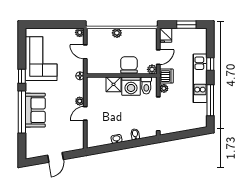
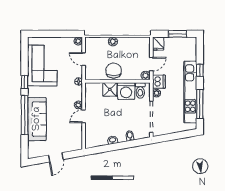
chair: (129, 65) -> (114, 71), moved
kitchen unit: (200, 78) -> (190, 92), width x1.36
sofa: (35, 110) -> (37, 119), width x1.36

